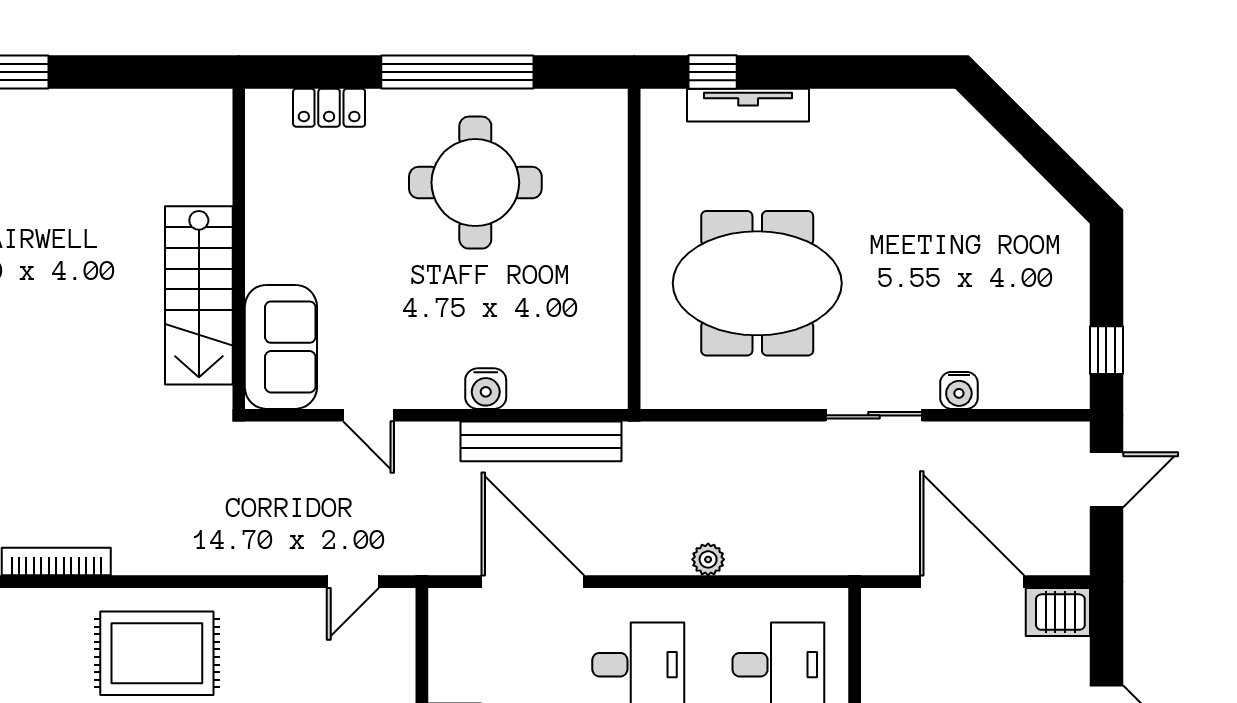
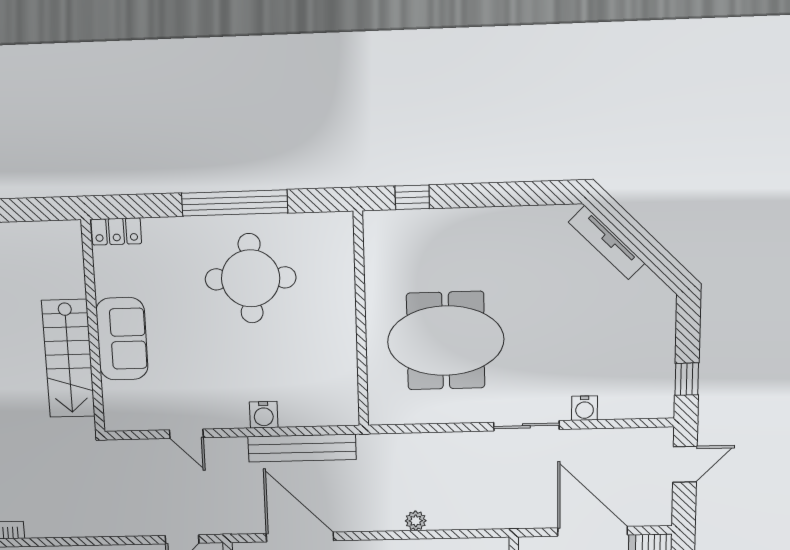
tv unit: (748, 105) -> (607, 243), moved, turned 45
locker: (329, 108) -> (116, 231), moved
sofa: (281, 347) -> (122, 339), moved

